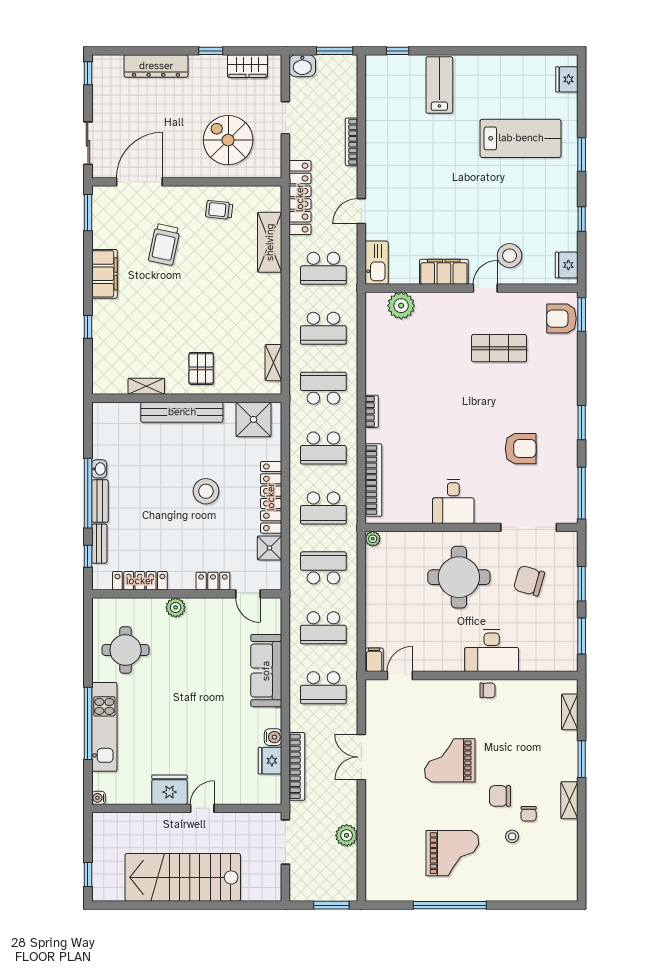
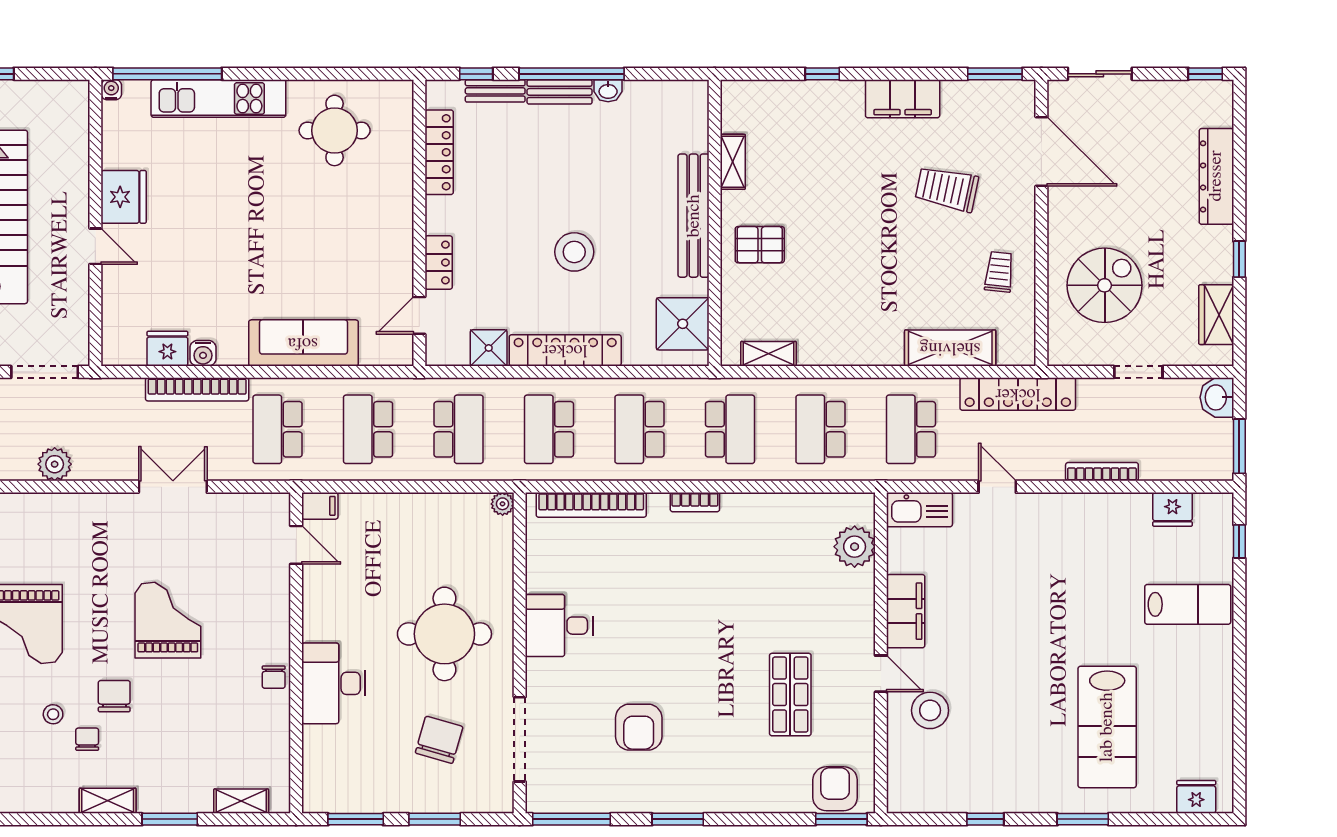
fridge: (567, 265) -> (1173, 509), moved, turned 180
plant: (176, 607) -> (399, 206), removed
window: (88, 723) -> (167, 74), moved
bookcase: (297, 766) -> (197, 389), moved
chair: (529, 814) -> (87, 739), turned 90

